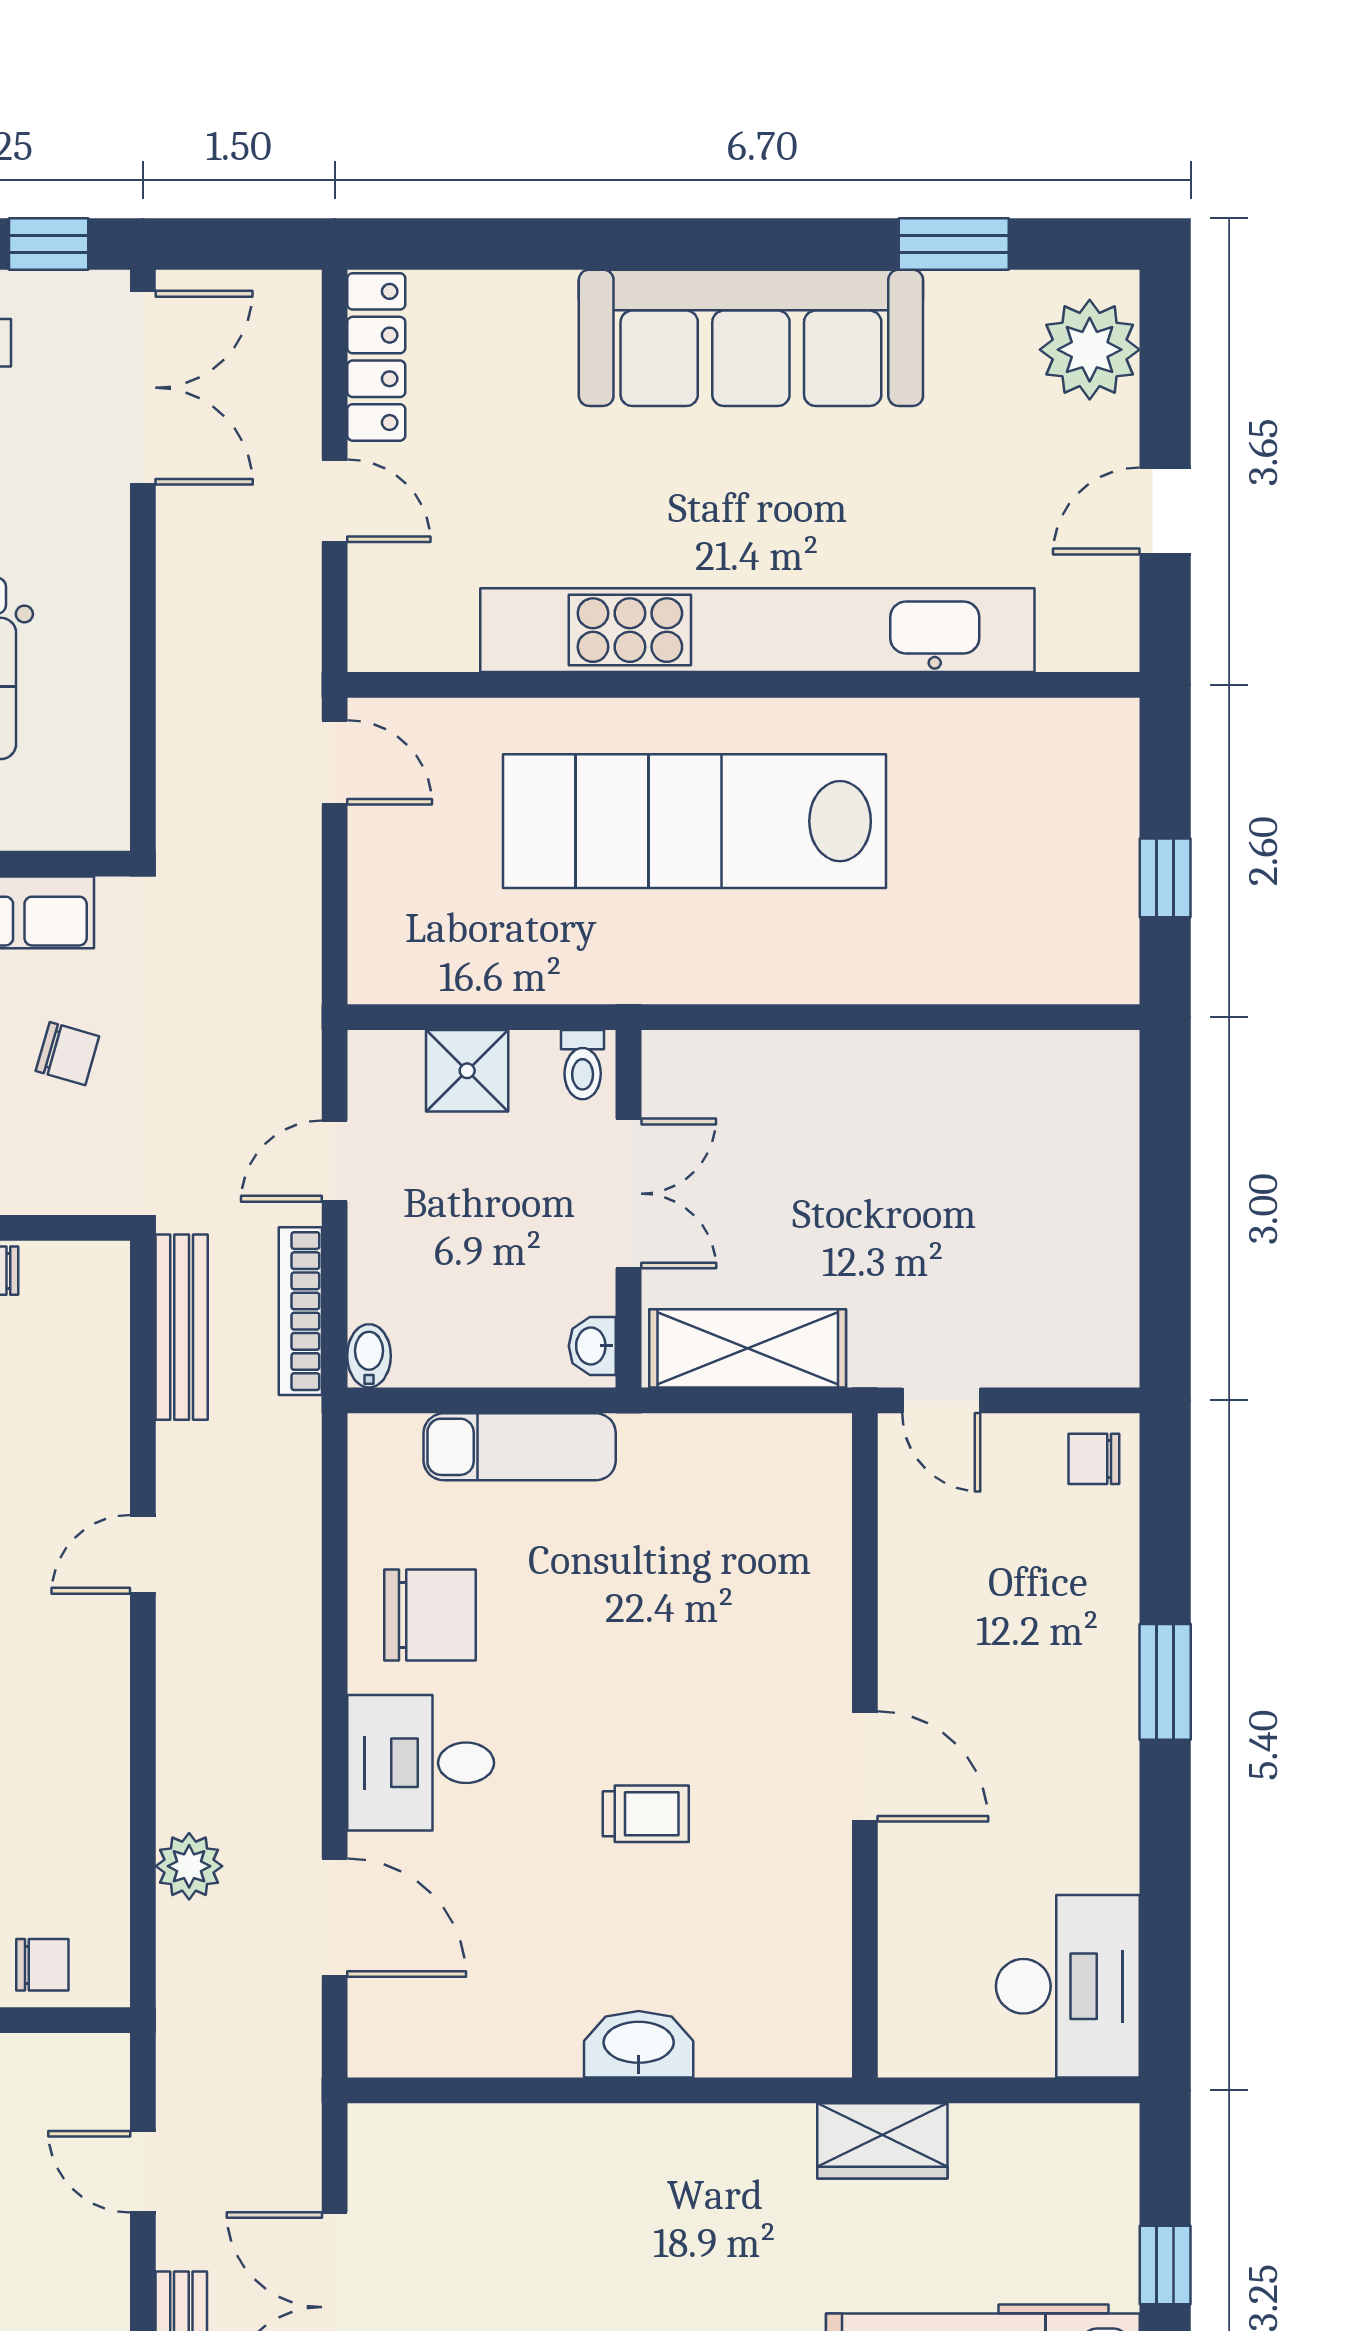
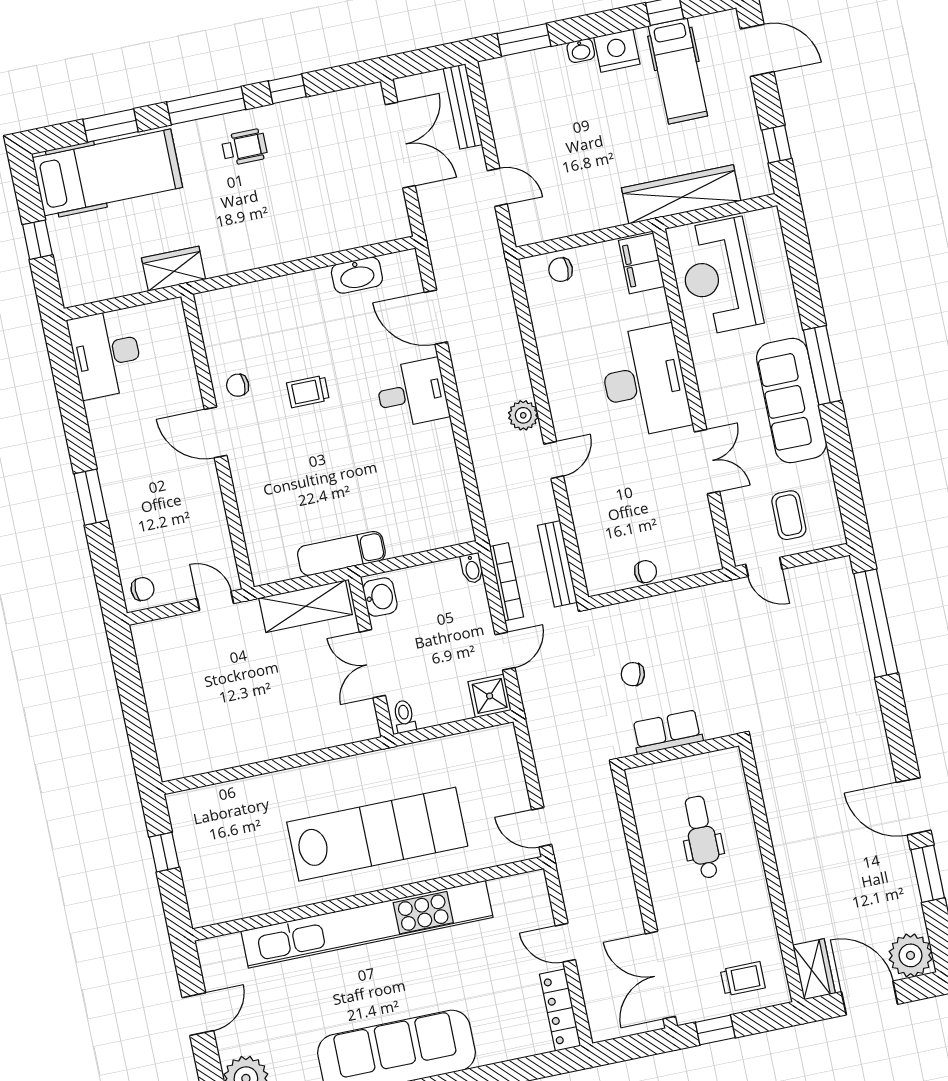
shower: (467, 1071) -> (490, 696), moved
washbasin: (592, 1346) -> (380, 597), width x1.38, depth x1.45
exam couch: (520, 1447) -> (341, 553), moved
chair: (430, 1615) -> (238, 385), moved, width x0.54, depth x0.54
plant: (189, 1866) -> (523, 415), moved
washbasin: (639, 2044) -> (357, 275), moved

